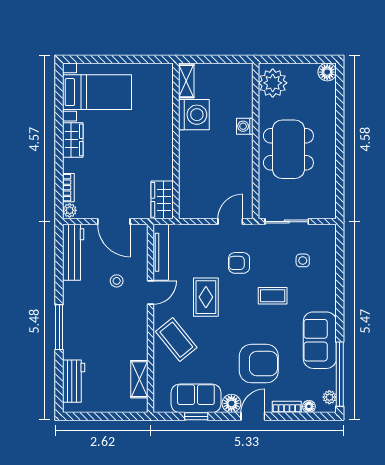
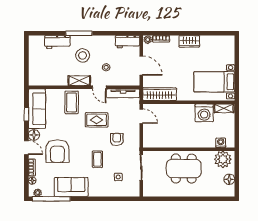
floor lamp: (327, 72) -> (229, 179), moved
bed with nightstands: (97, 92) -> (214, 82), moved, turned 90
washing machine: (245, 126) -> (221, 143), moved
wardrobe: (162, 200) -> (160, 94), width x1.50
door: (114, 222) -> (141, 66), swing flipped
door: (230, 222) -> (141, 116), moved
workbench: (73, 252) -> (128, 42), width x0.73
stool: (97, 321) -> (83, 55), added
coffee table: (176, 340) -> (72, 102), turned -51
shelving: (139, 379) -> (79, 81), moved
workbench: (74, 381) -> (57, 42), moved
sofa: (196, 398) -> (37, 109), width x1.36

